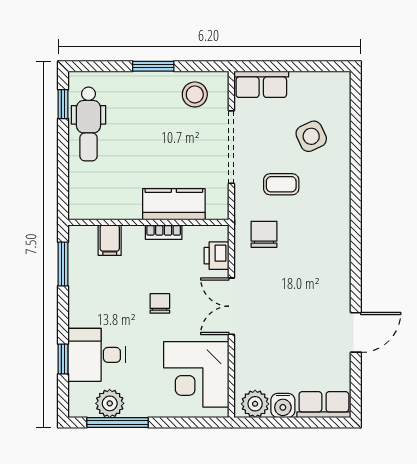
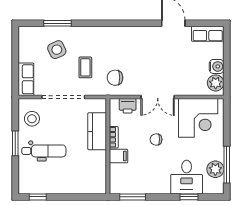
dental chair: (89, 124) -> (44, 151), moved
window: (356, 138) -> (58, 23), added
filing cabinet: (110, 240) -> (118, 156), moved
row of seats: (324, 405) -> (208, 34), moved, turned -90

